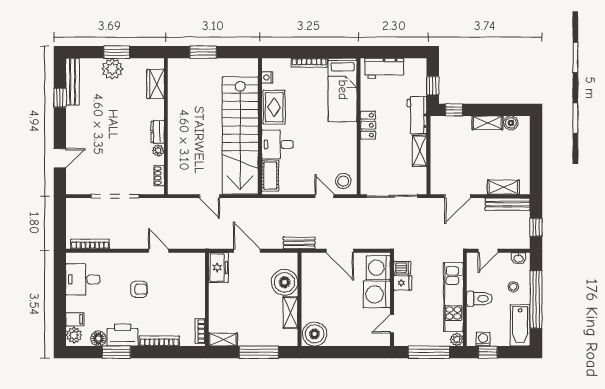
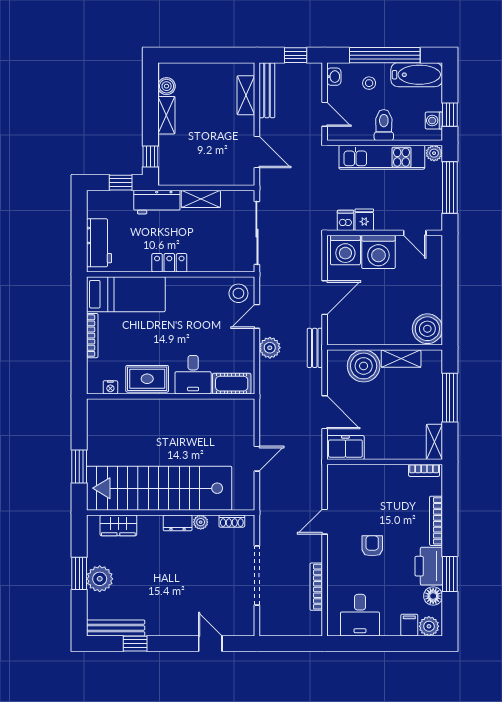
stairs: (240, 136) -> (159, 488), moved, turned 180
plant: (299, 206) -> (270, 348), added
bookcase: (90, 244) -> (316, 587), moved
door: (247, 251) -> (325, 412), swing flipped

